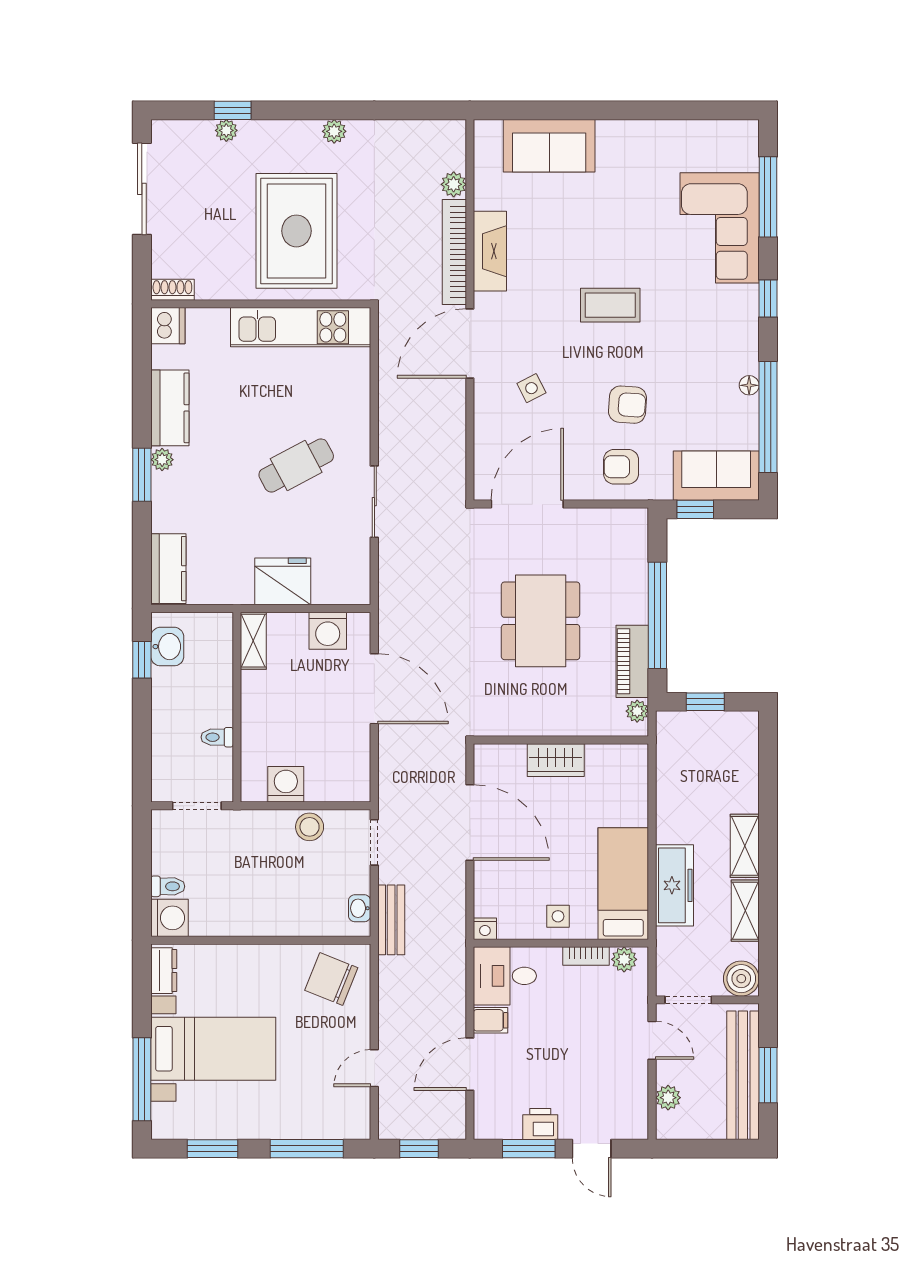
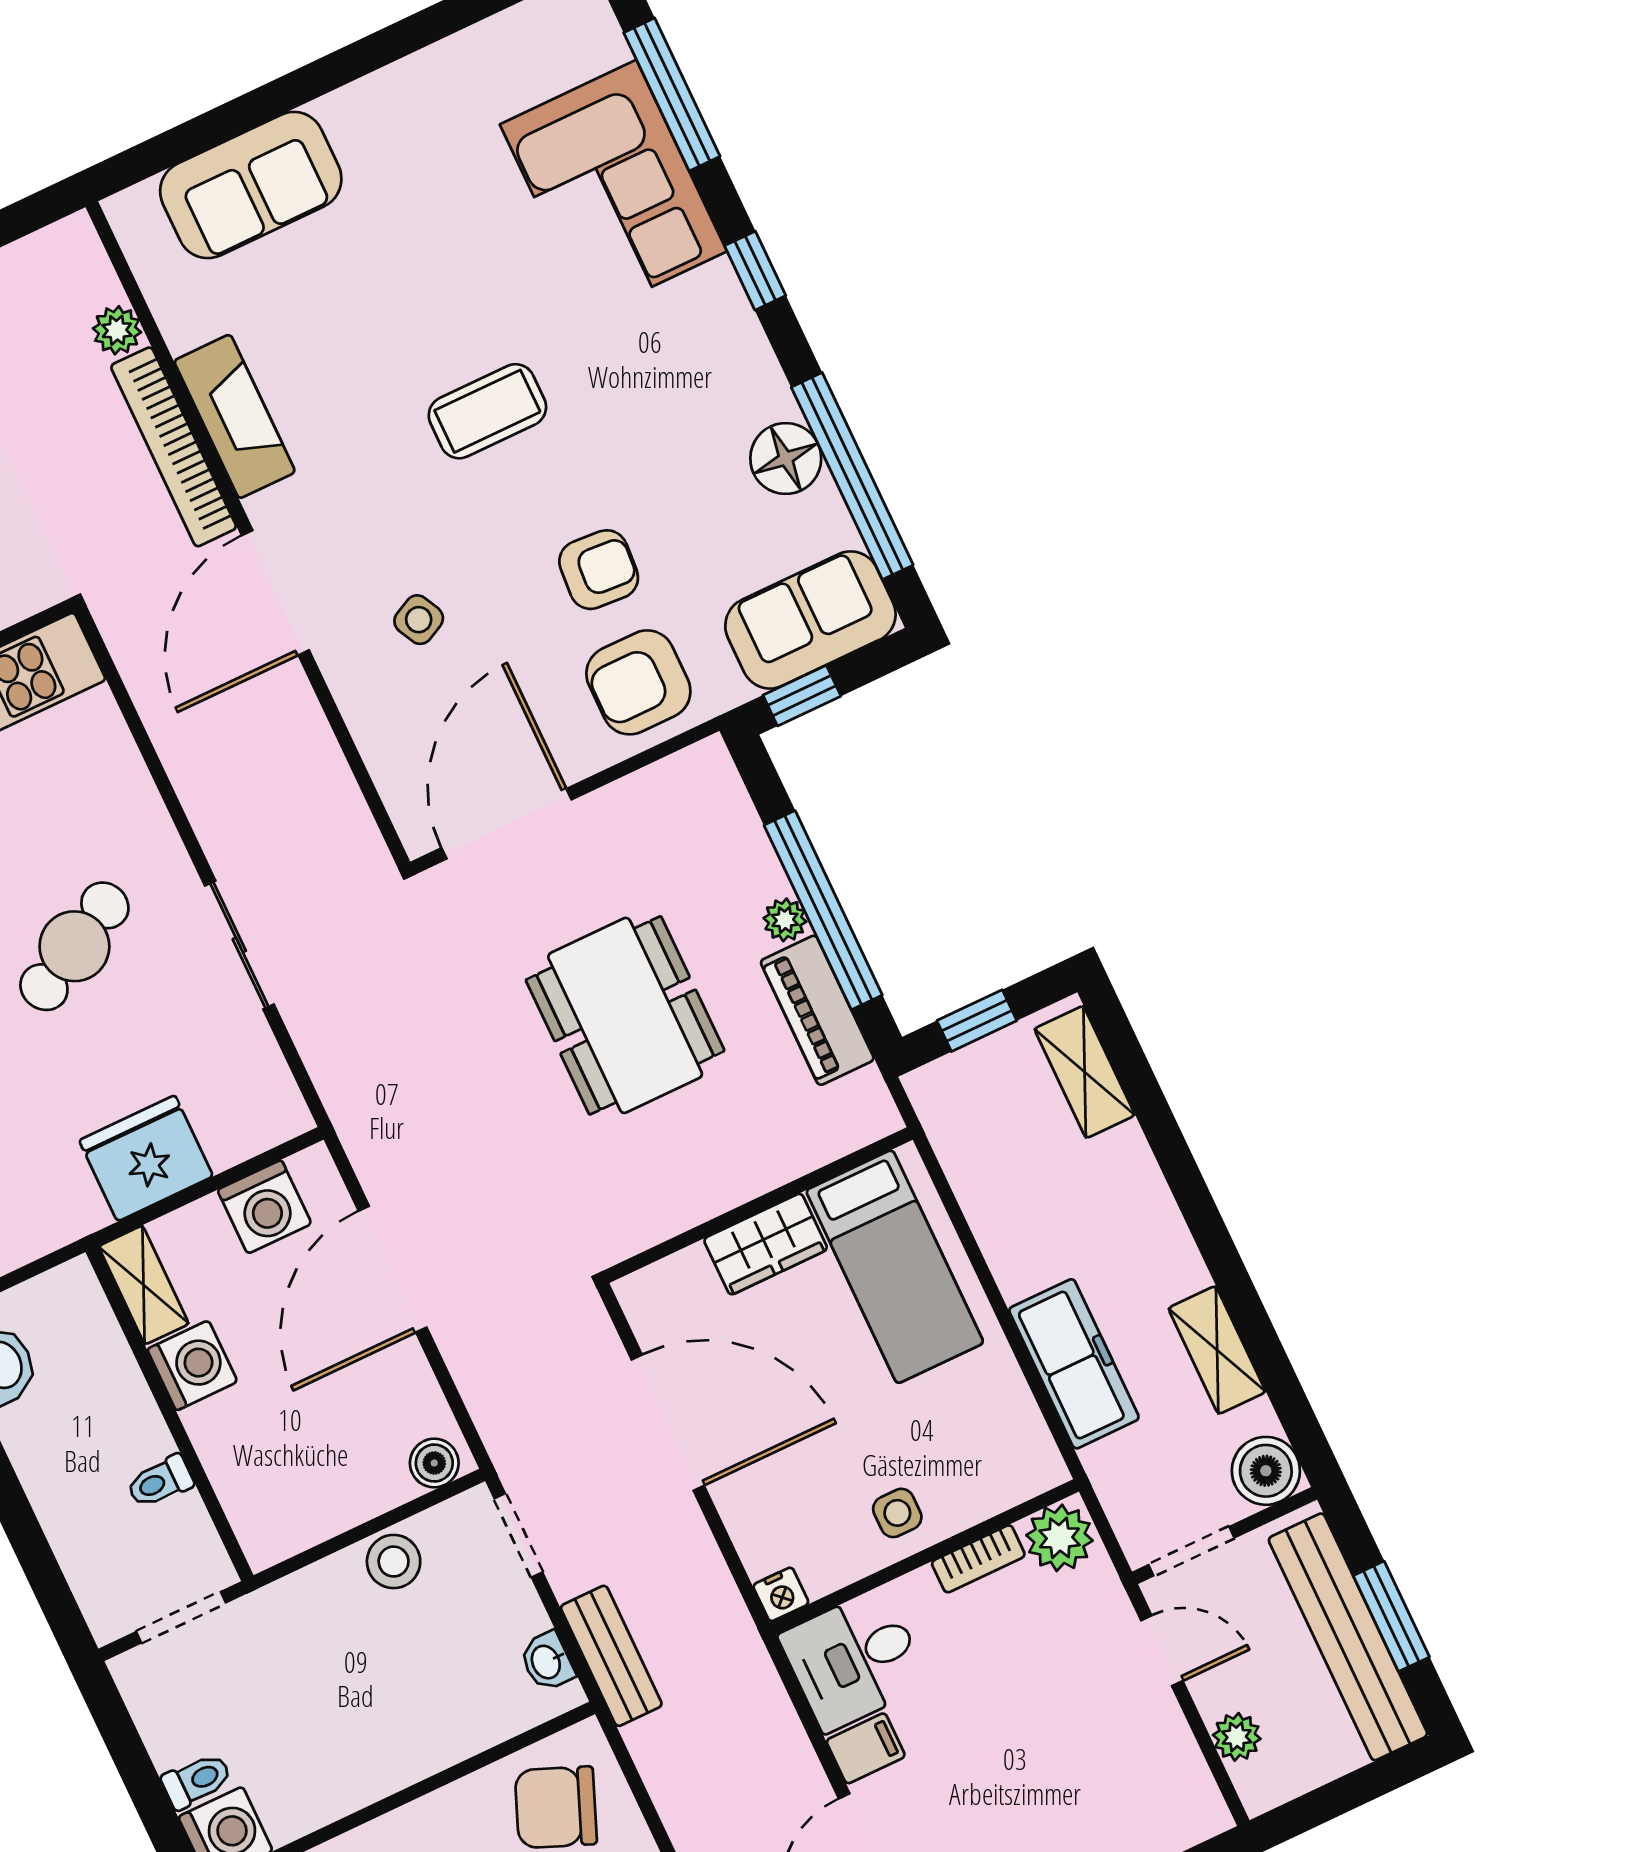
floor lamp: (749, 385) -> (786, 459), width x1.89, depth x1.89
armchair: (621, 467) -> (638, 682), width x1.38, depth x1.38
door: (374, 689) -> (393, 1269), swing flipped
plant: (637, 711) -> (785, 920), moved
washing machine: (286, 784) -> (192, 1365), moved, turned 90
boiler: (351, 789) -> (434, 1463), added
shelving: (745, 846) -> (1085, 1072), moved
bed: (623, 884) -> (895, 1267), moved, turned 180
plant: (624, 959) -> (1059, 1538), width x1.38, depth x1.38

